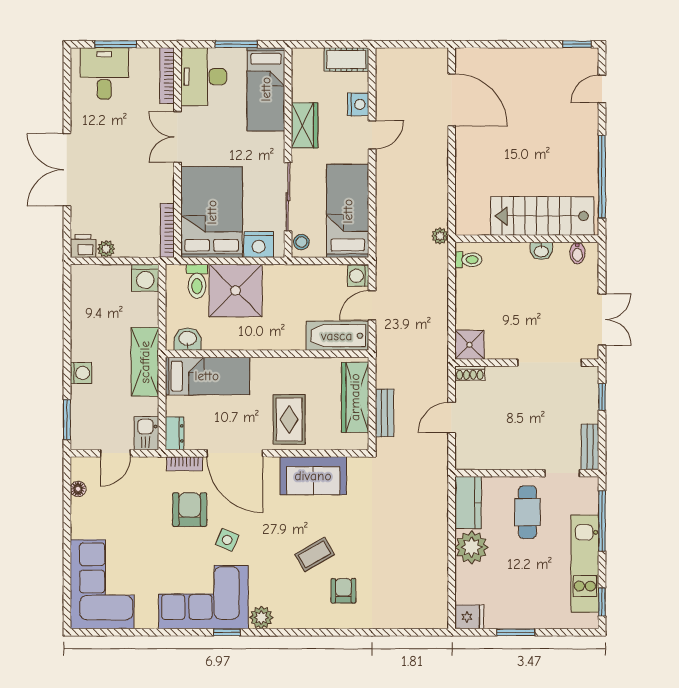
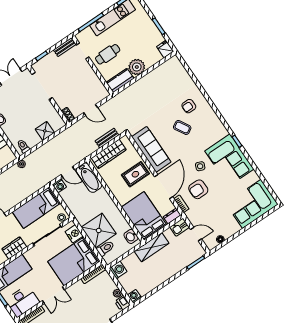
shower: (469, 345) -> (45, 131), moved
washing machine: (81, 373) -> (134, 296), moved
bed: (207, 376) -> (144, 216), width x1.50
sofa: (313, 476) -> (151, 149), width x1.36
plant: (261, 618) -> (222, 132), removed

